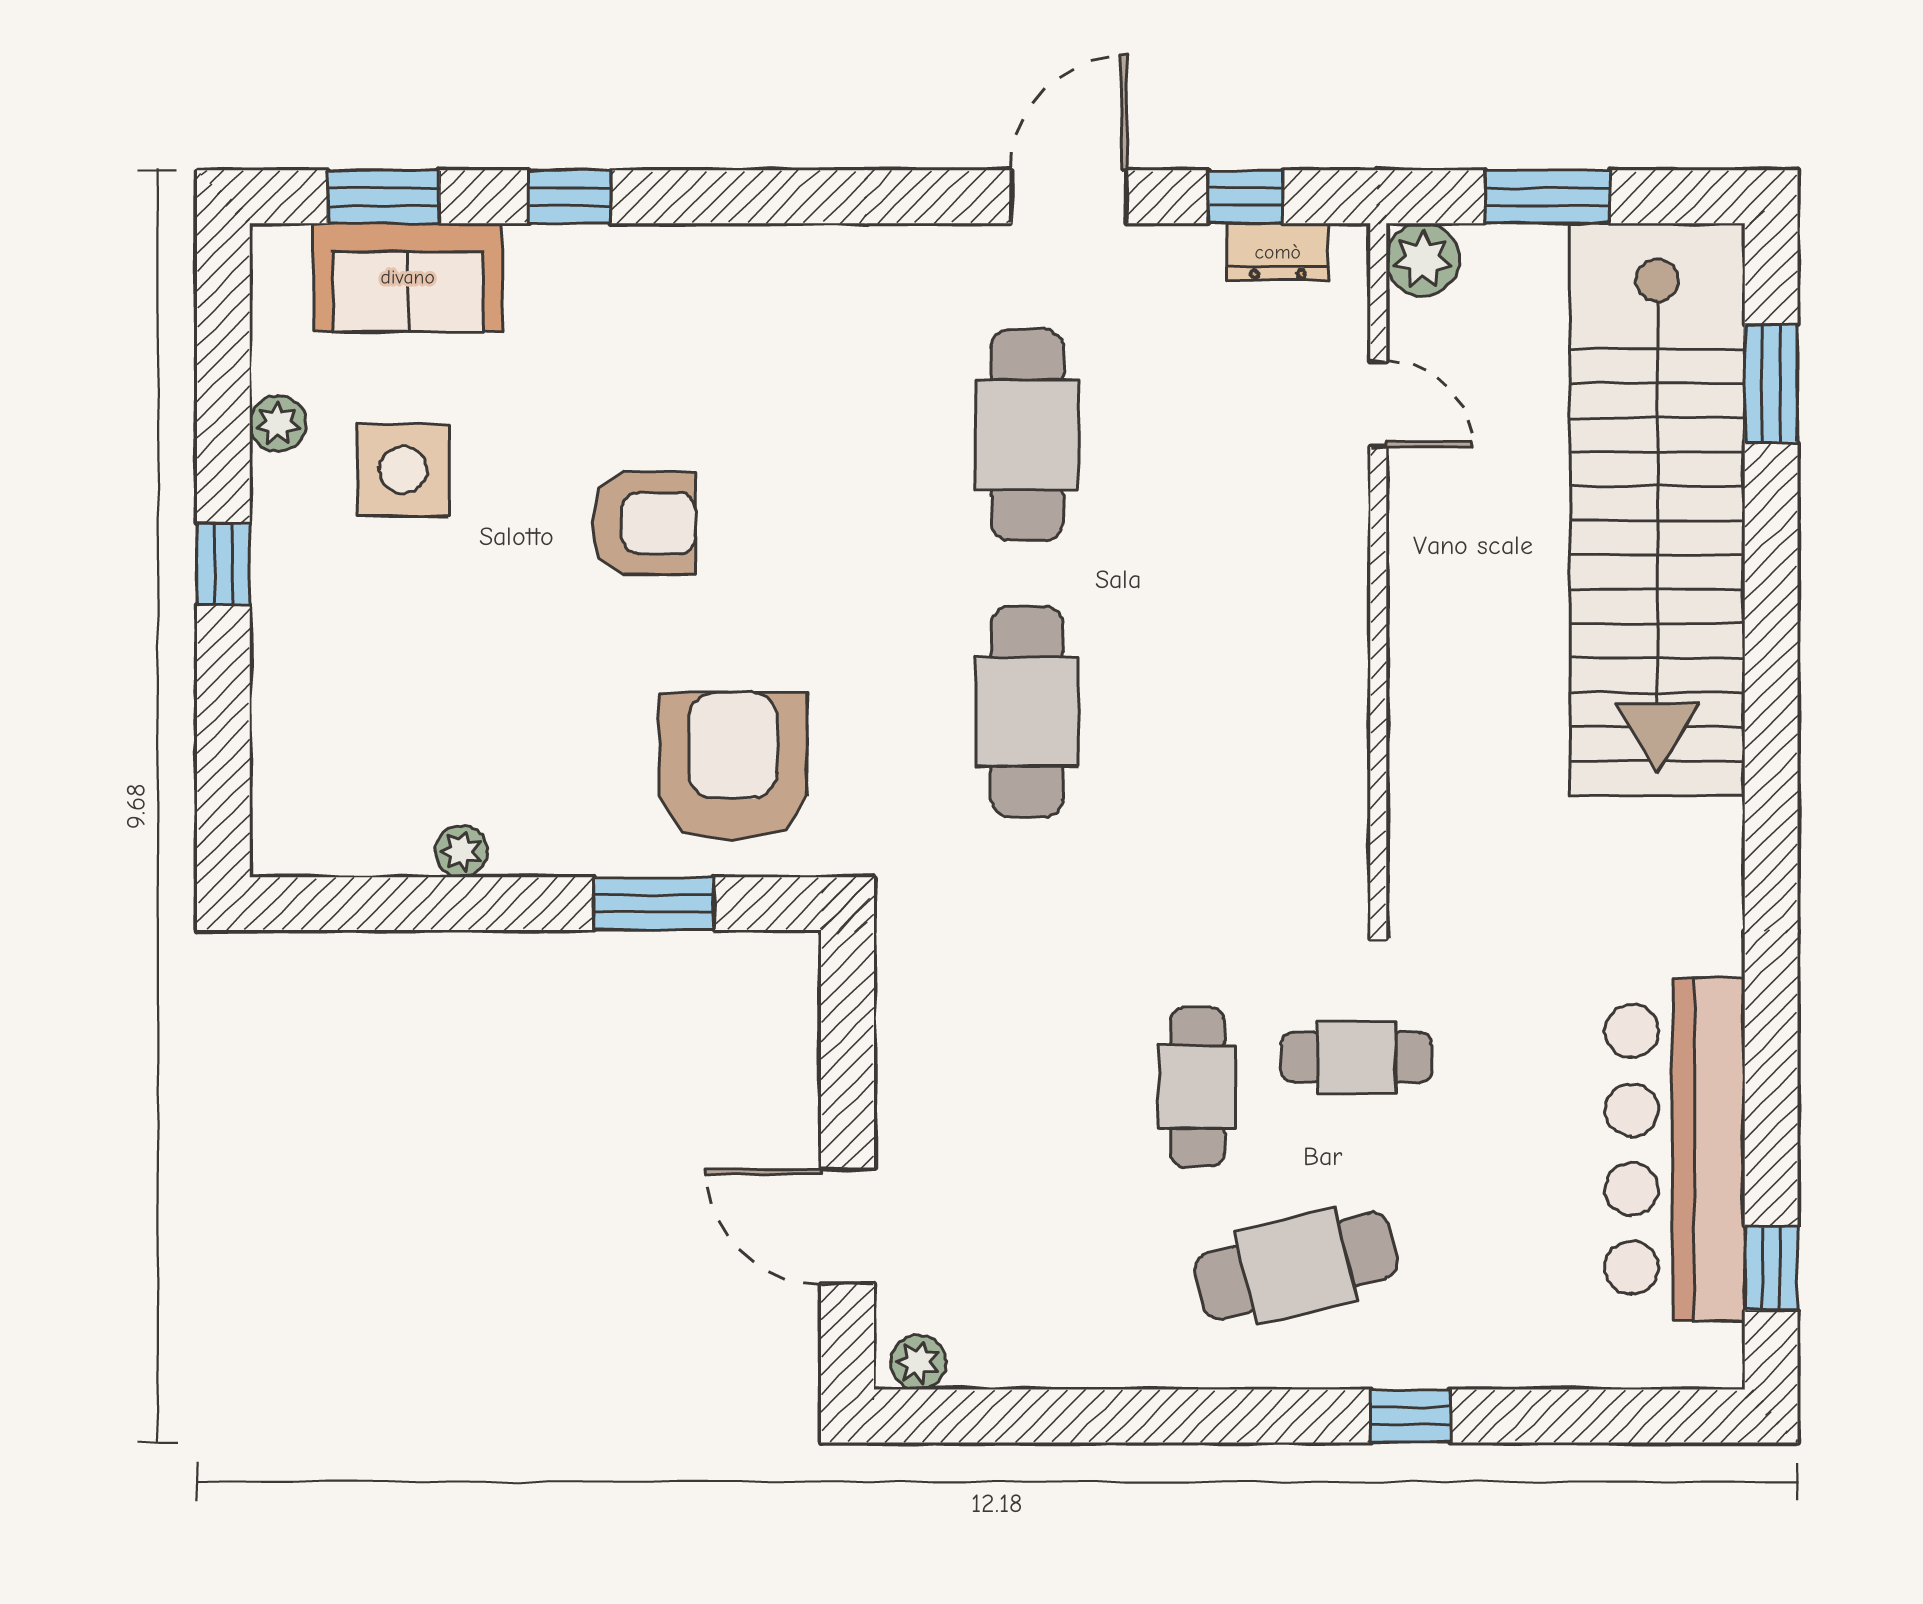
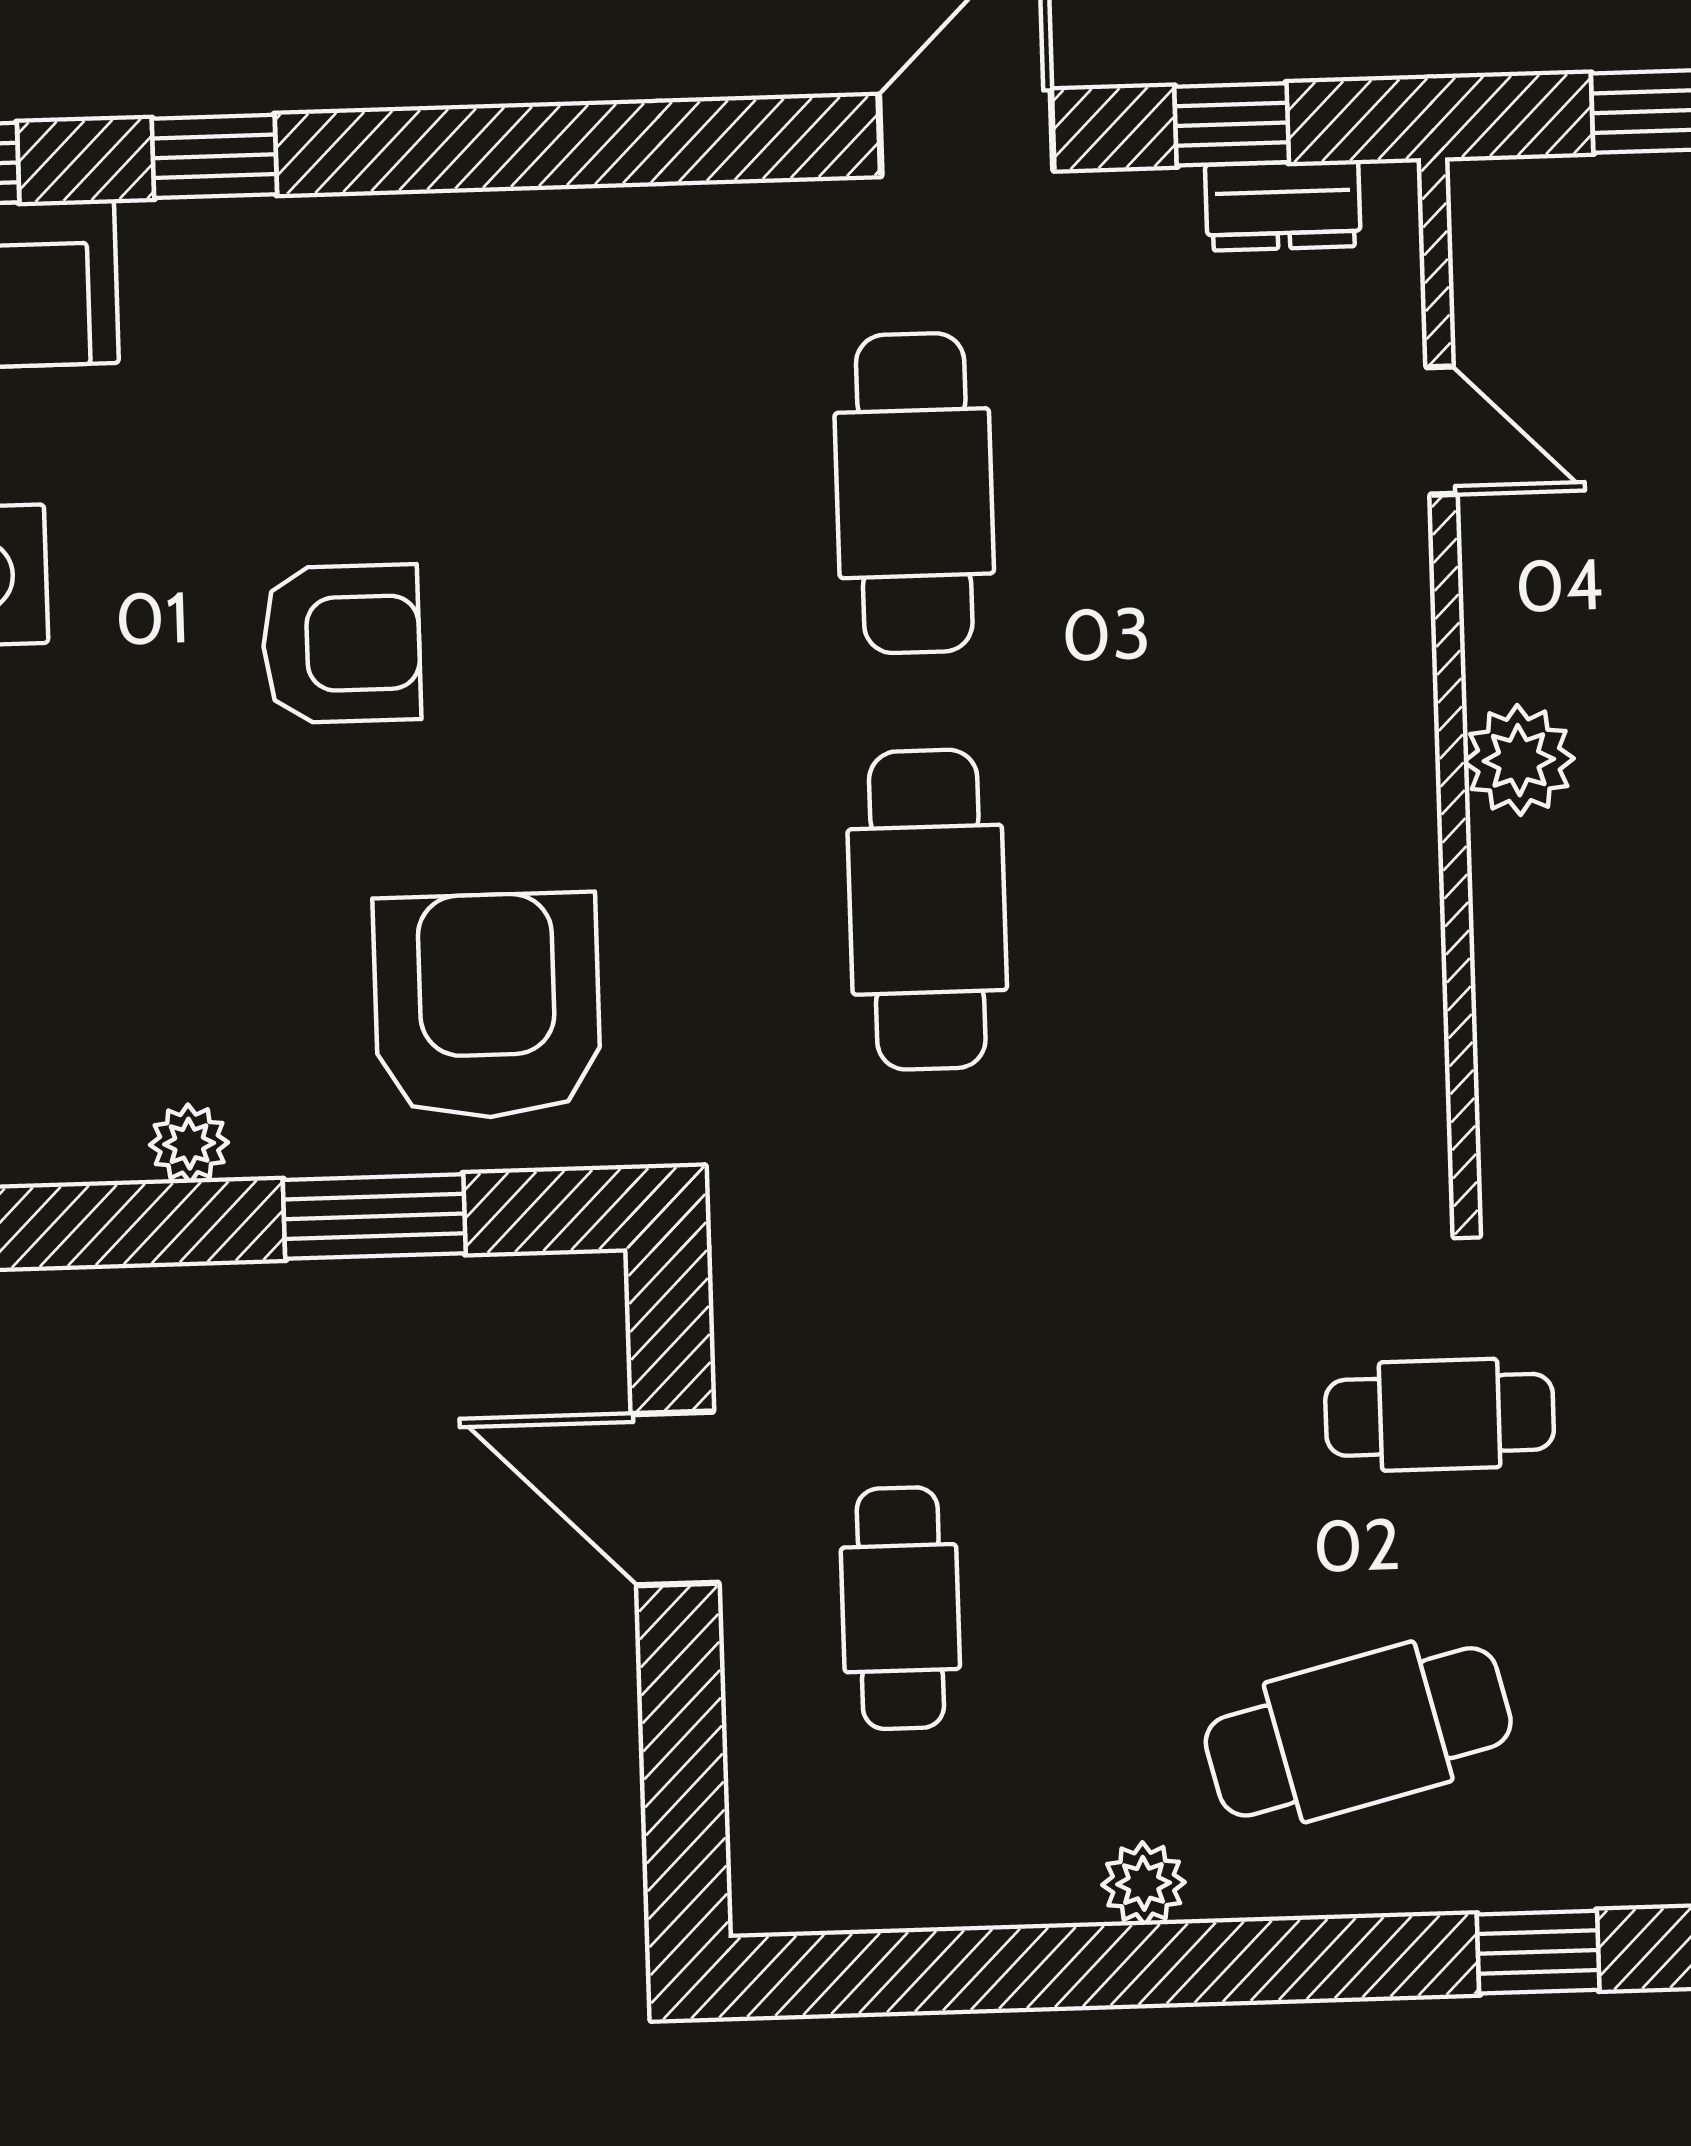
plant: (1423, 260) -> (1519, 760), moved
plant: (461, 851) -> (189, 1144), moved
cafe table: (1197, 1087) -> (900, 1608), moved
door: (848, 1226) -> (675, 1499), moved
plant: (918, 1362) -> (1144, 1883), moved

